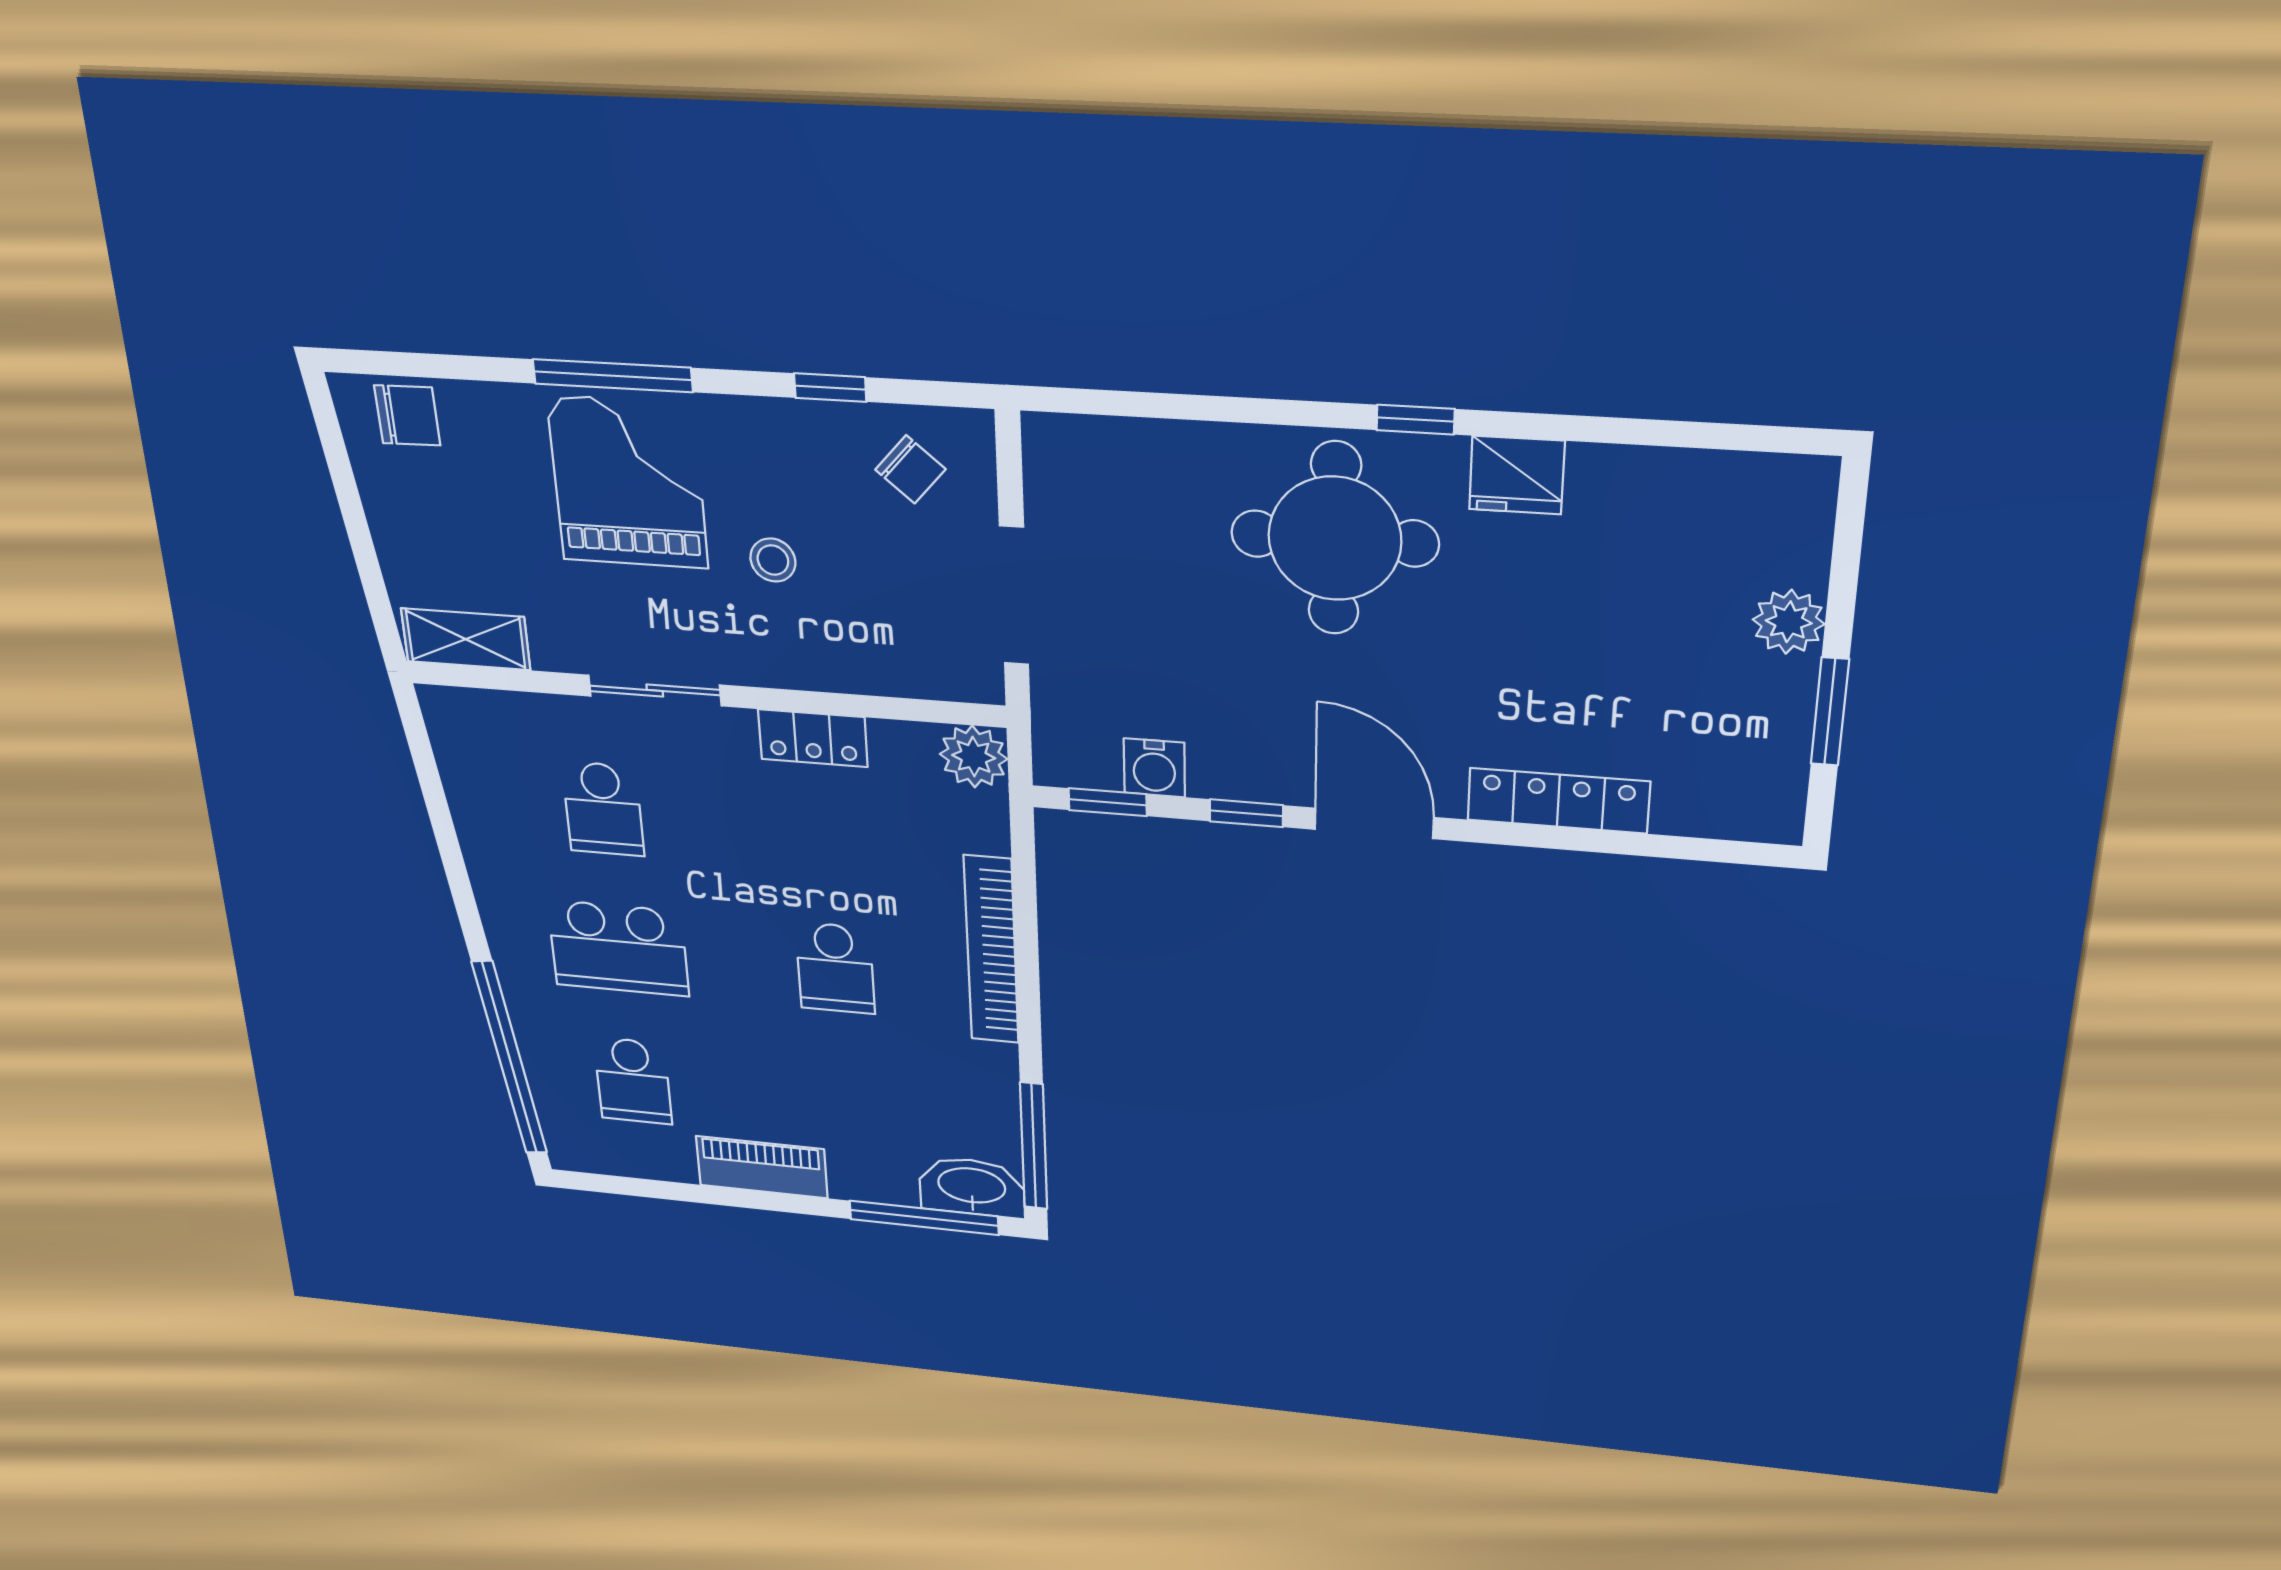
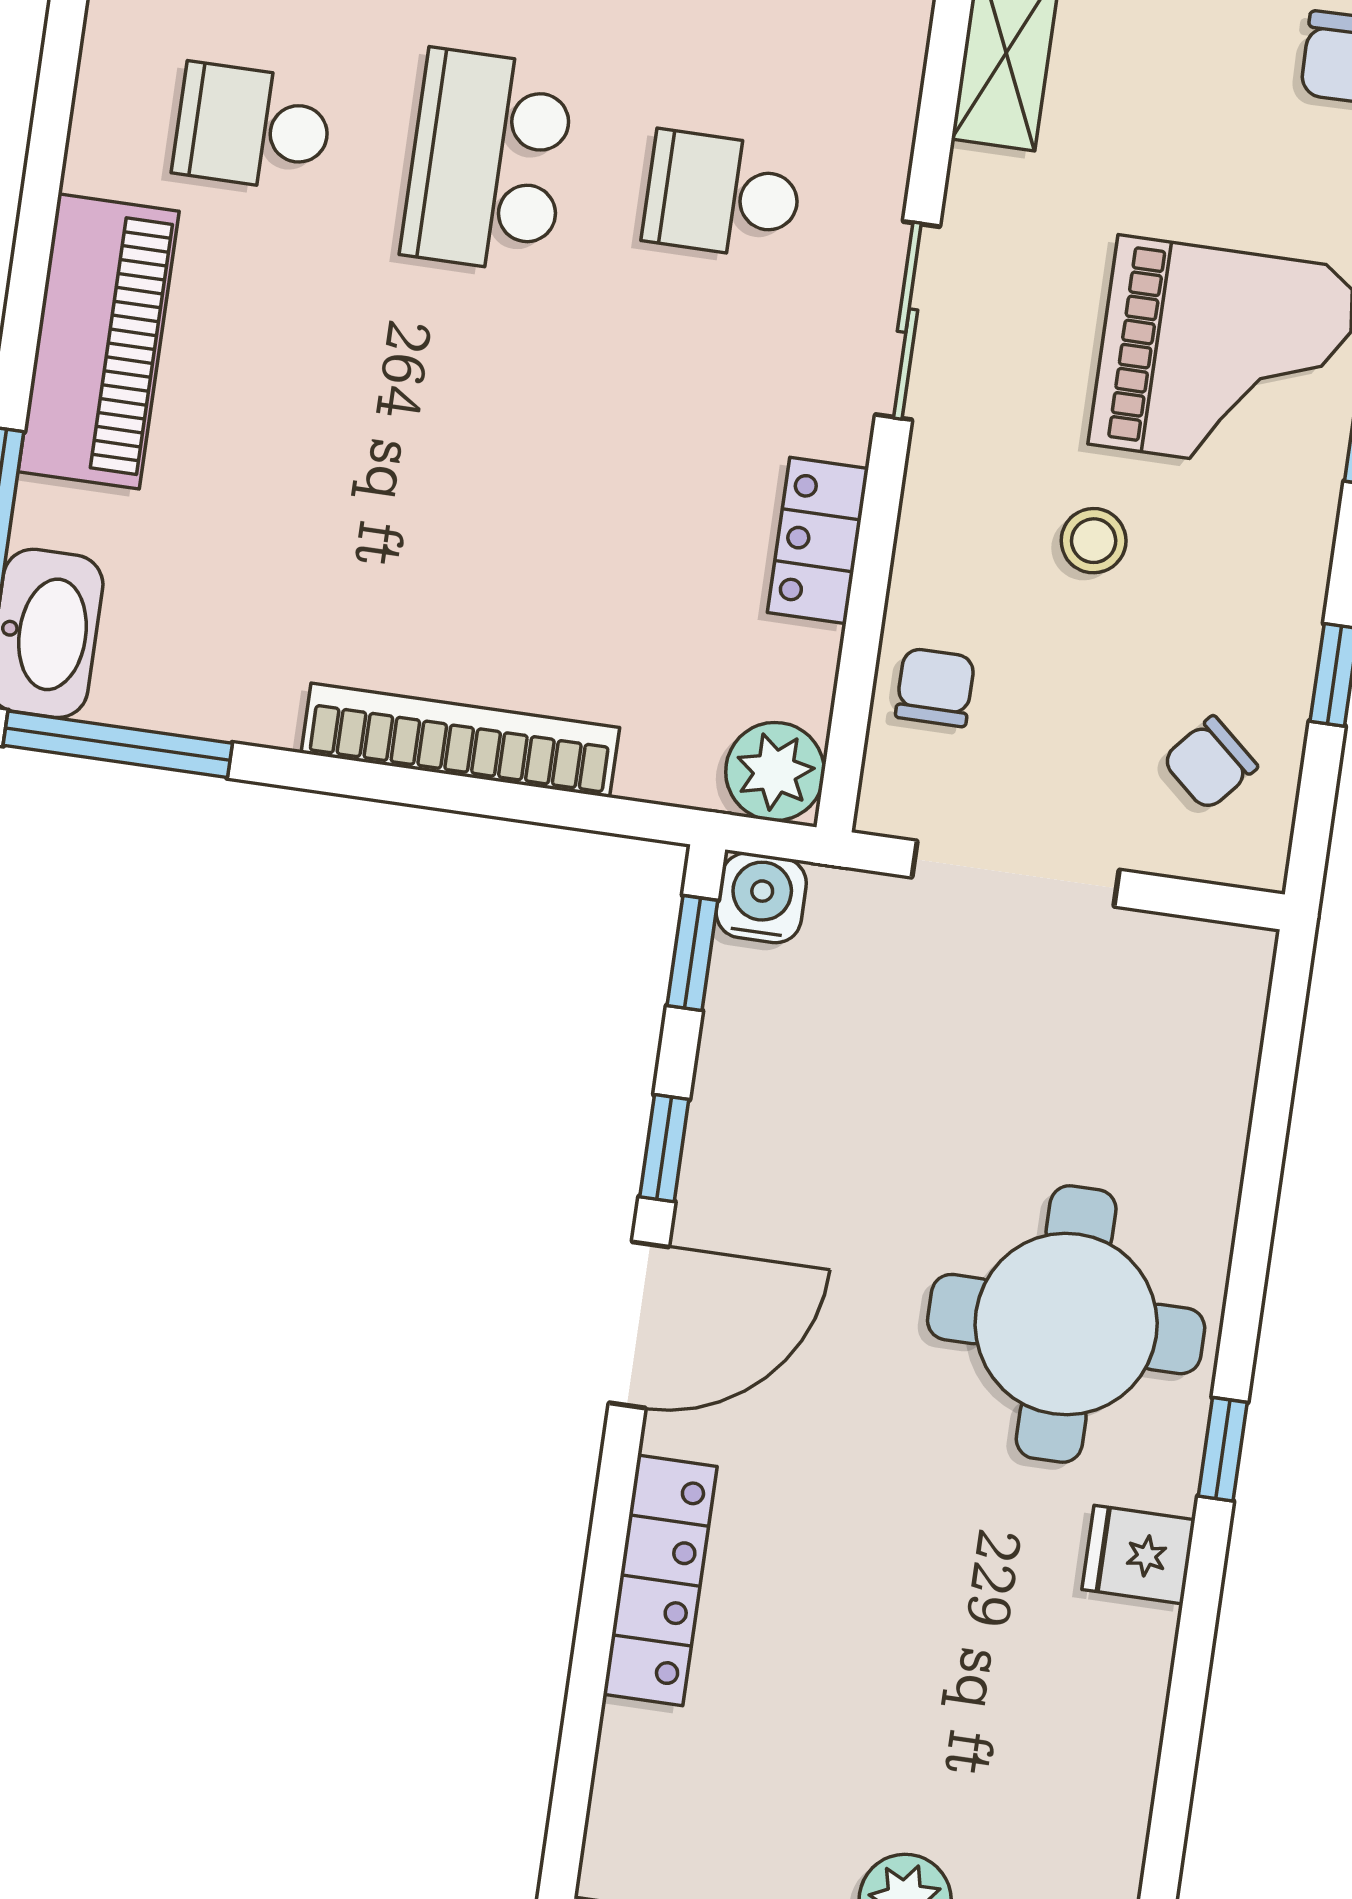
fridge: (1517, 475) -> (1138, 1555), width x0.72
chair: (895, 657) -> (935, 687), added
water cooler: (1154, 768) -> (761, 898), moved, turned 90
school desk: (835, 968) -> (440, 495), removed
piano: (762, 1167) -> (99, 341), width x1.37, depth x1.33

